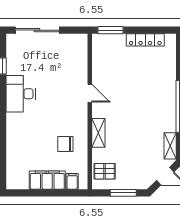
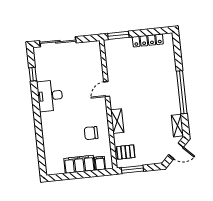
door: (90, 93) -> (107, 89), swing flipped
window: (123, 193) -> (132, 169), moved

